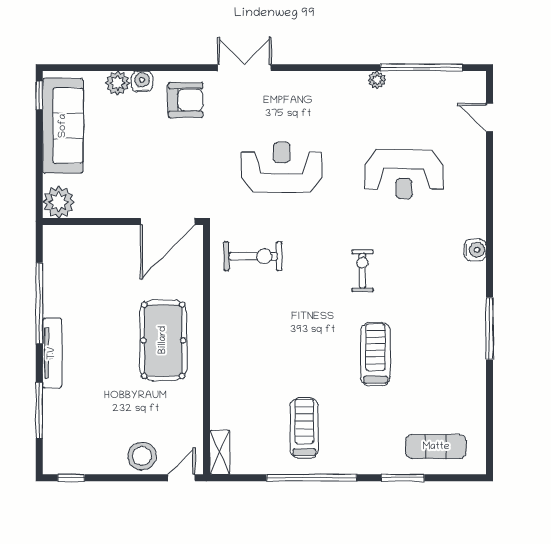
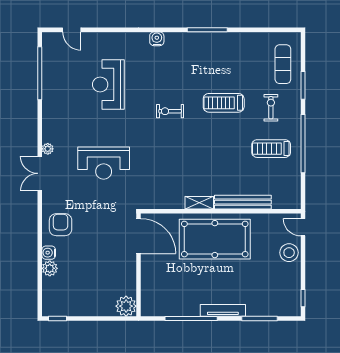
double door: (244, 68) -> (40, 173), moved
plant: (377, 80) -> (48, 149), moved
door: (490, 117) -> (72, 30), hinge flipped
sofa: (63, 126) -> (77, 303), removed
reception desk: (282, 167) -> (104, 163), turned -90
reception desk: (404, 174) -> (108, 84), turned 180
exercise bike: (253, 256) -> (271, 108), moved, width x0.73, depth x0.72
pool table: (163, 340) -> (215, 239), width x1.36, depth x1.32
bench: (221, 384) -> (243, 202), added
shelving: (220, 452) -> (199, 203), moved

